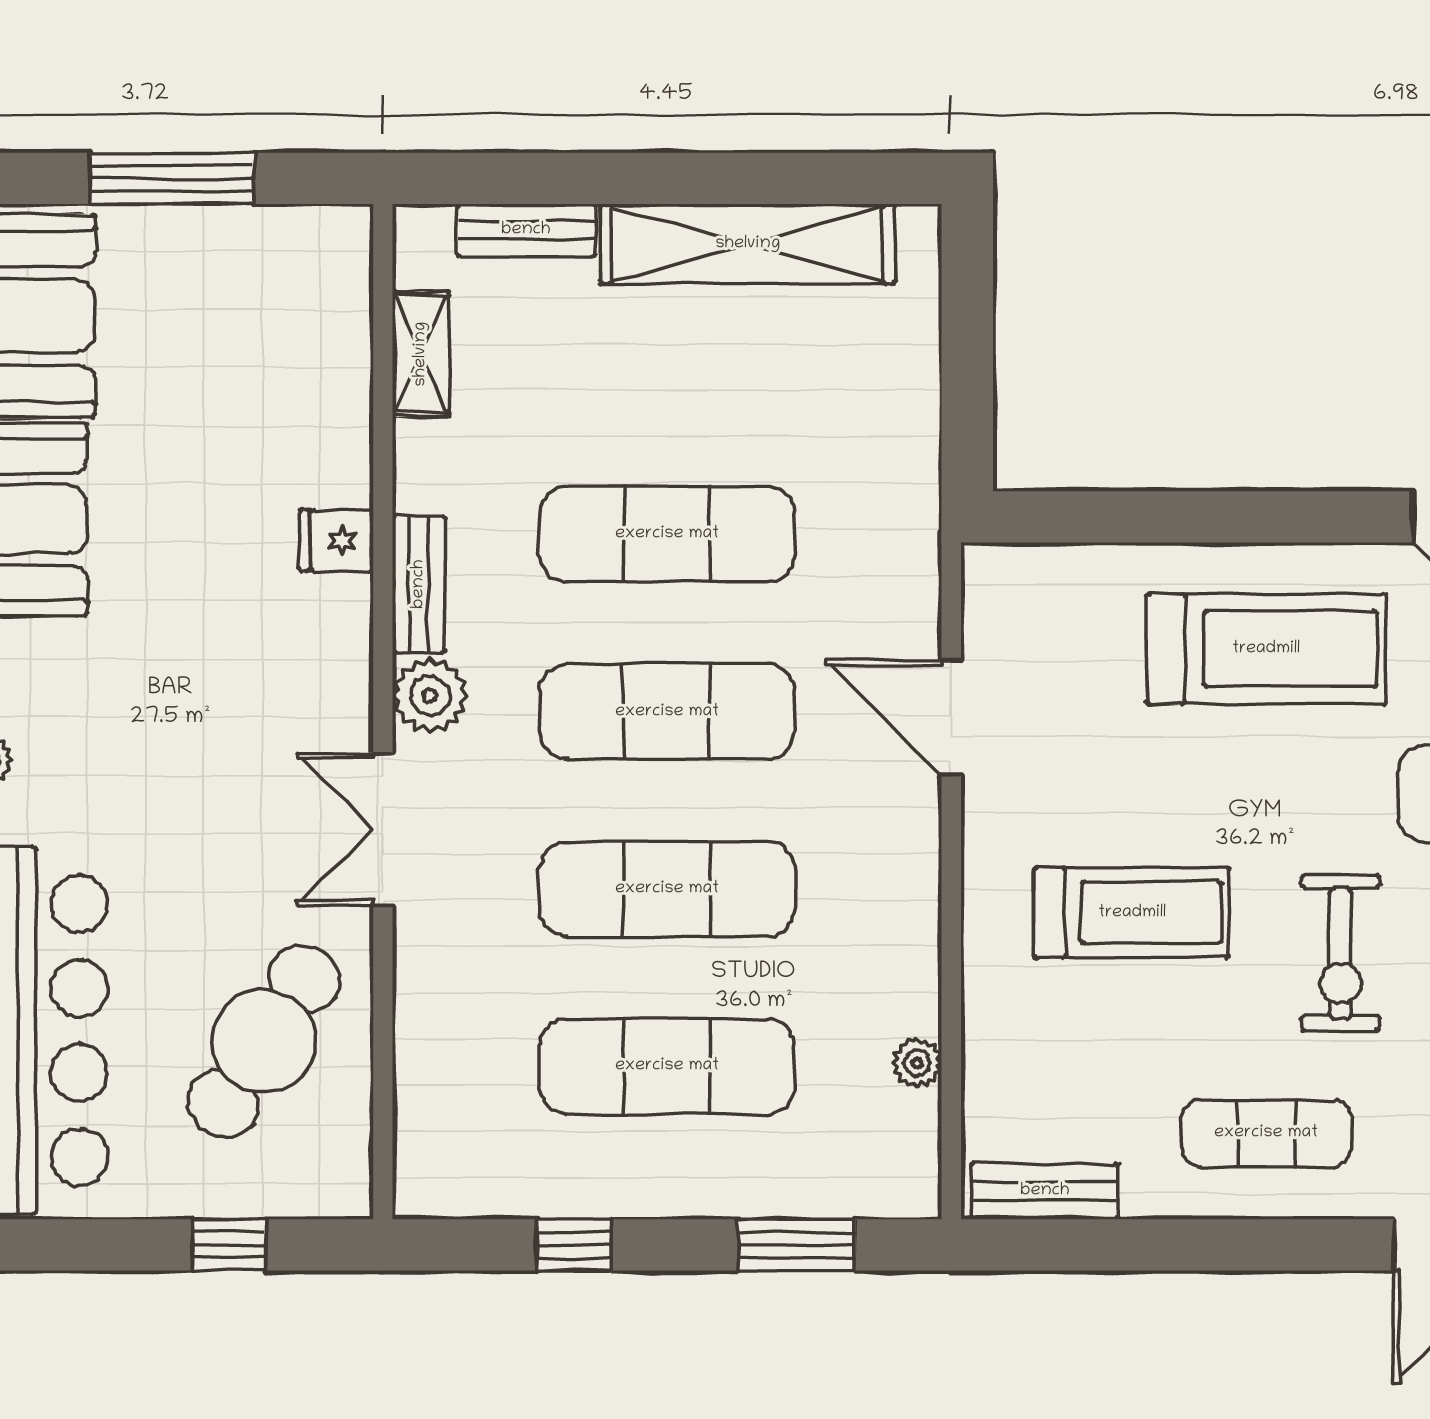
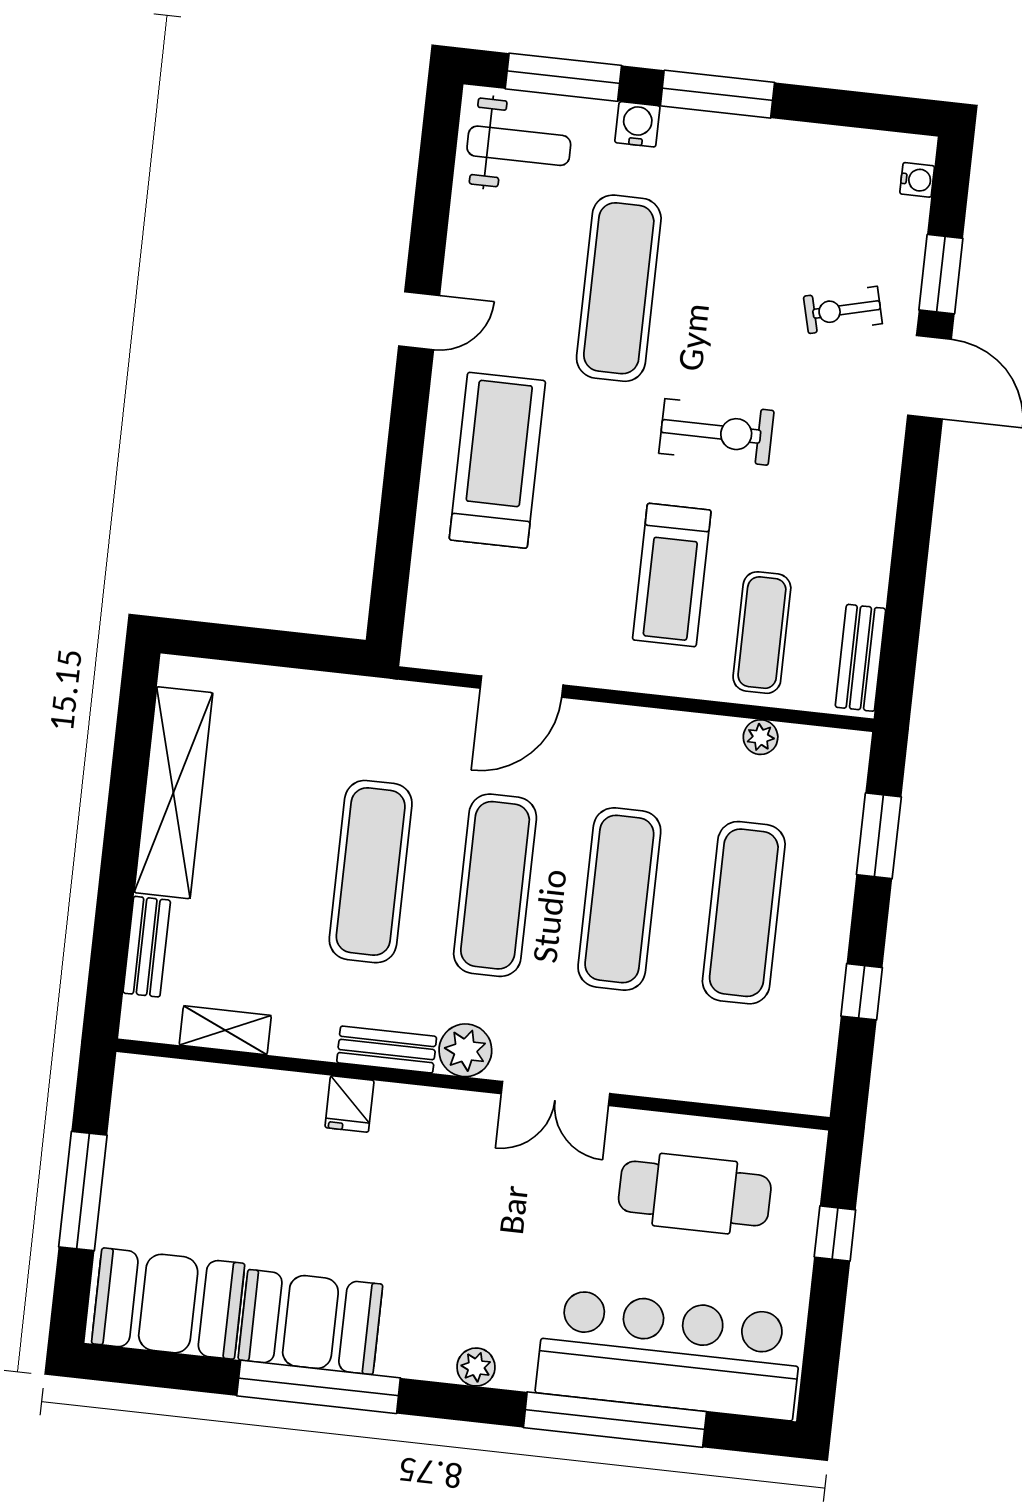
treadmill: (1132, 913) -> (672, 575), turned 180
cafe table: (264, 1041) -> (695, 1194), turned -33
exercise mat: (1266, 1133) -> (762, 633), moved

